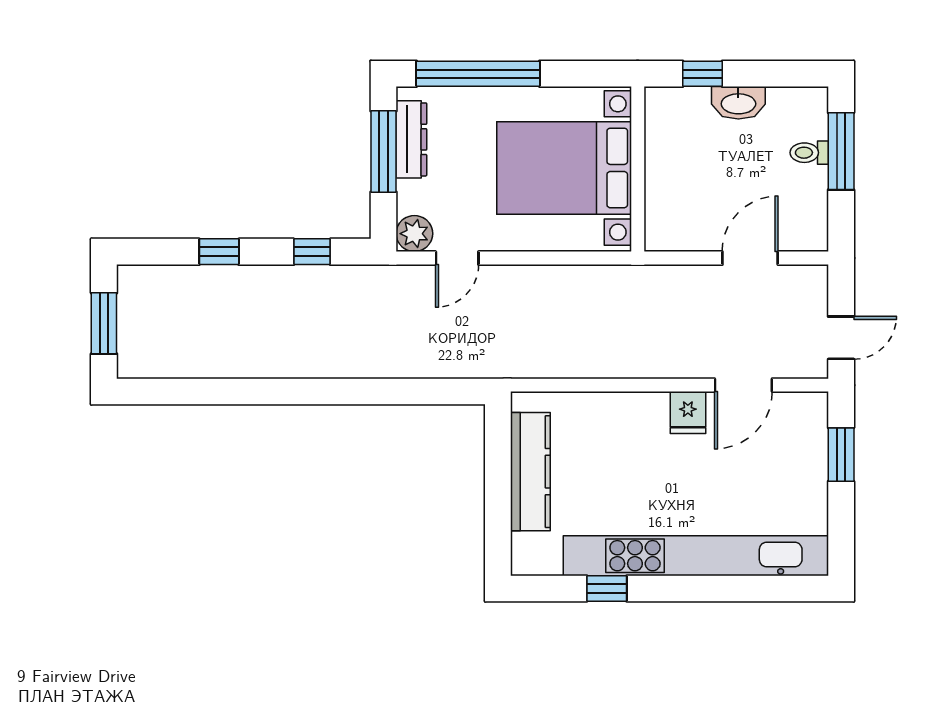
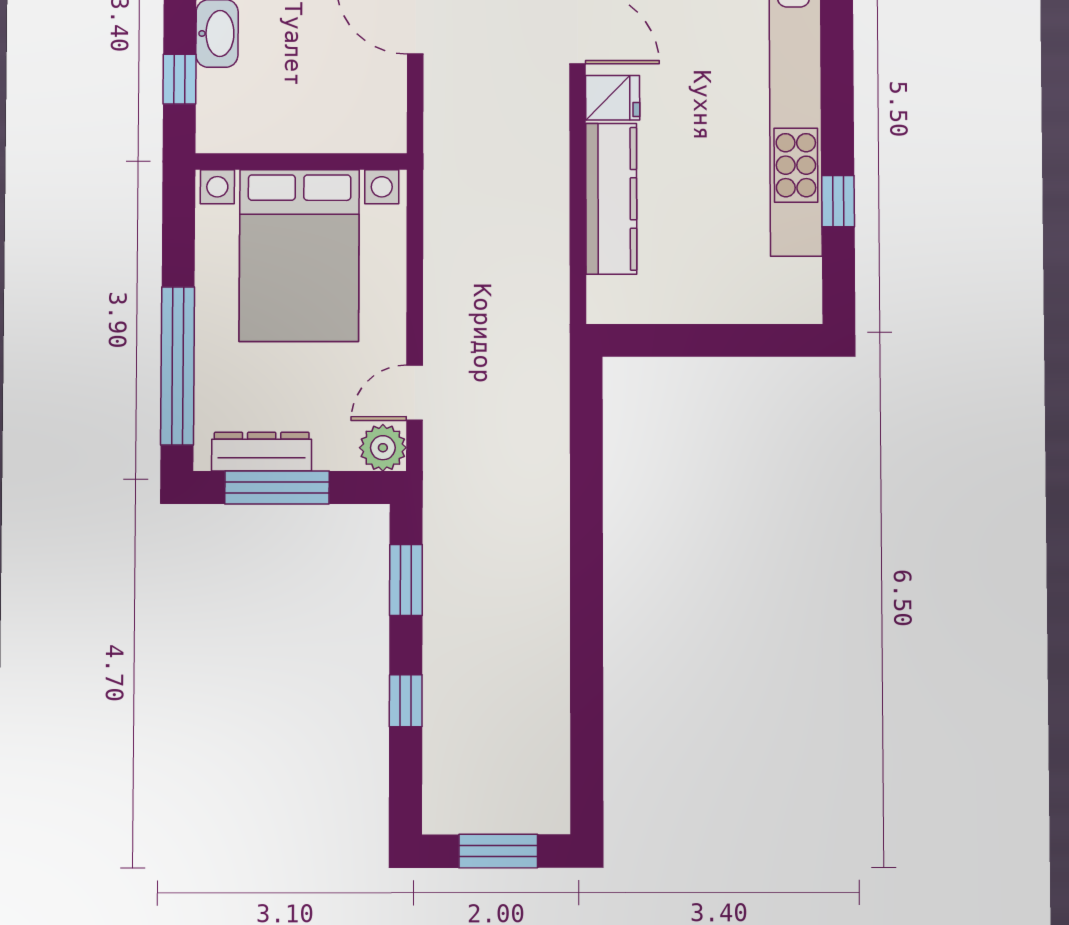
window: (312, 252) -> (406, 580), width x1.50
door: (457, 258) -> (415, 393), swing flipped
kitchen counter: (530, 472) -> (611, 199), moved, turned 90

